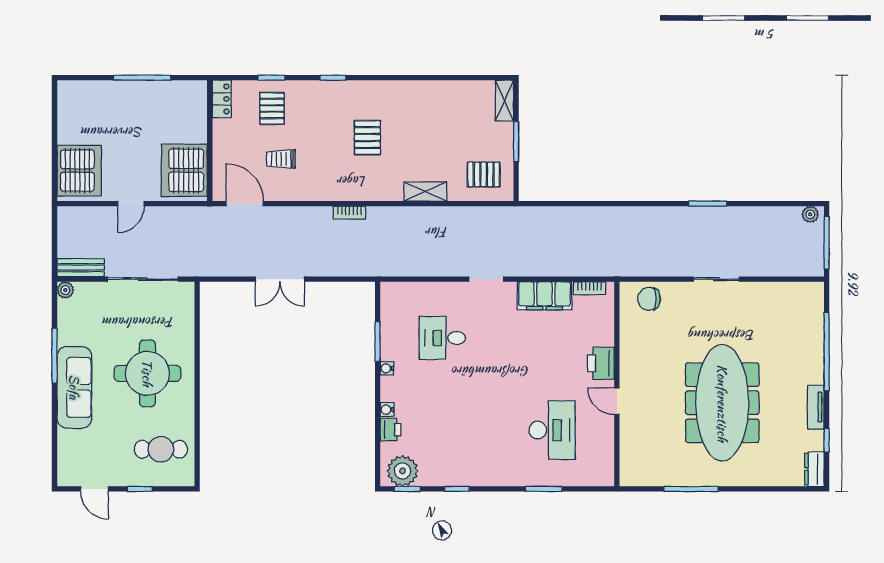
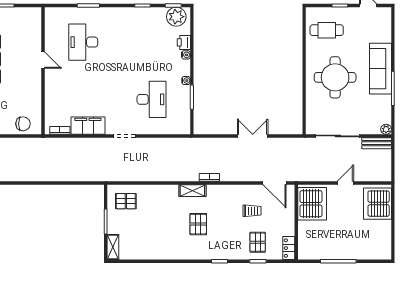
shelving: (425, 191) -> (192, 191), moved
desk: (442, 338) -> (152, 99), width x1.37
printer: (601, 363) -> (53, 84), removed

